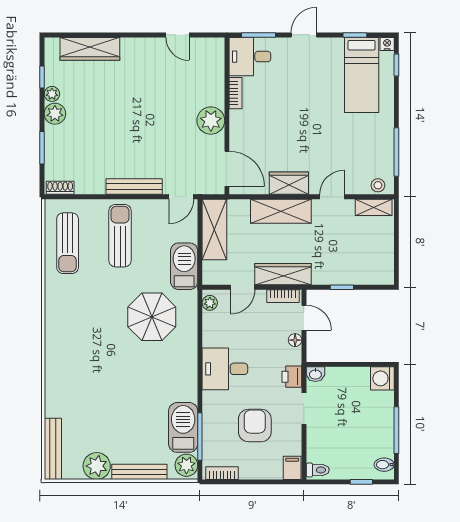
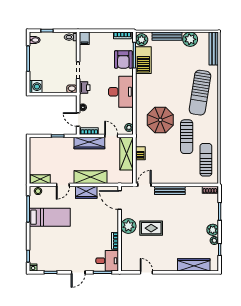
bed: (362, 75) -> (50, 217), moved, turned 90
rug: (169, 117) -> (151, 228), added
shelving: (214, 229) -> (126, 154), moved
sun lounger: (120, 236) -> (187, 137), moved
barbecue: (184, 266) -> (140, 153), width x0.53, depth x0.65
door: (243, 287) -> (111, 136), hinge flipped
sun lounger: (78, 367) -> (200, 93), added
desk: (225, 369) -> (121, 92), width x1.37
armchair: (255, 425) -> (123, 59), moved

